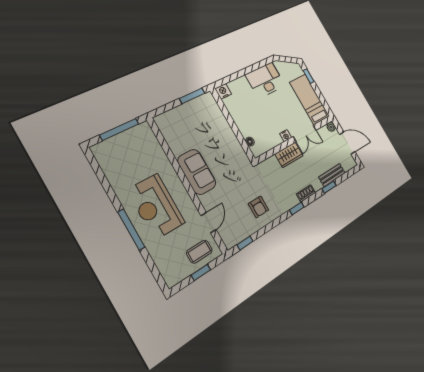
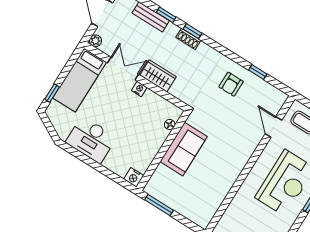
sofa: (197, 172) -> (184, 149), moved, turned 180
armchair: (259, 207) -> (231, 84), turned 180
window: (297, 208) -> (192, 31), moved
door: (208, 223) -> (273, 127), hinge flipped
window: (245, 243) -> (258, 72), moved

